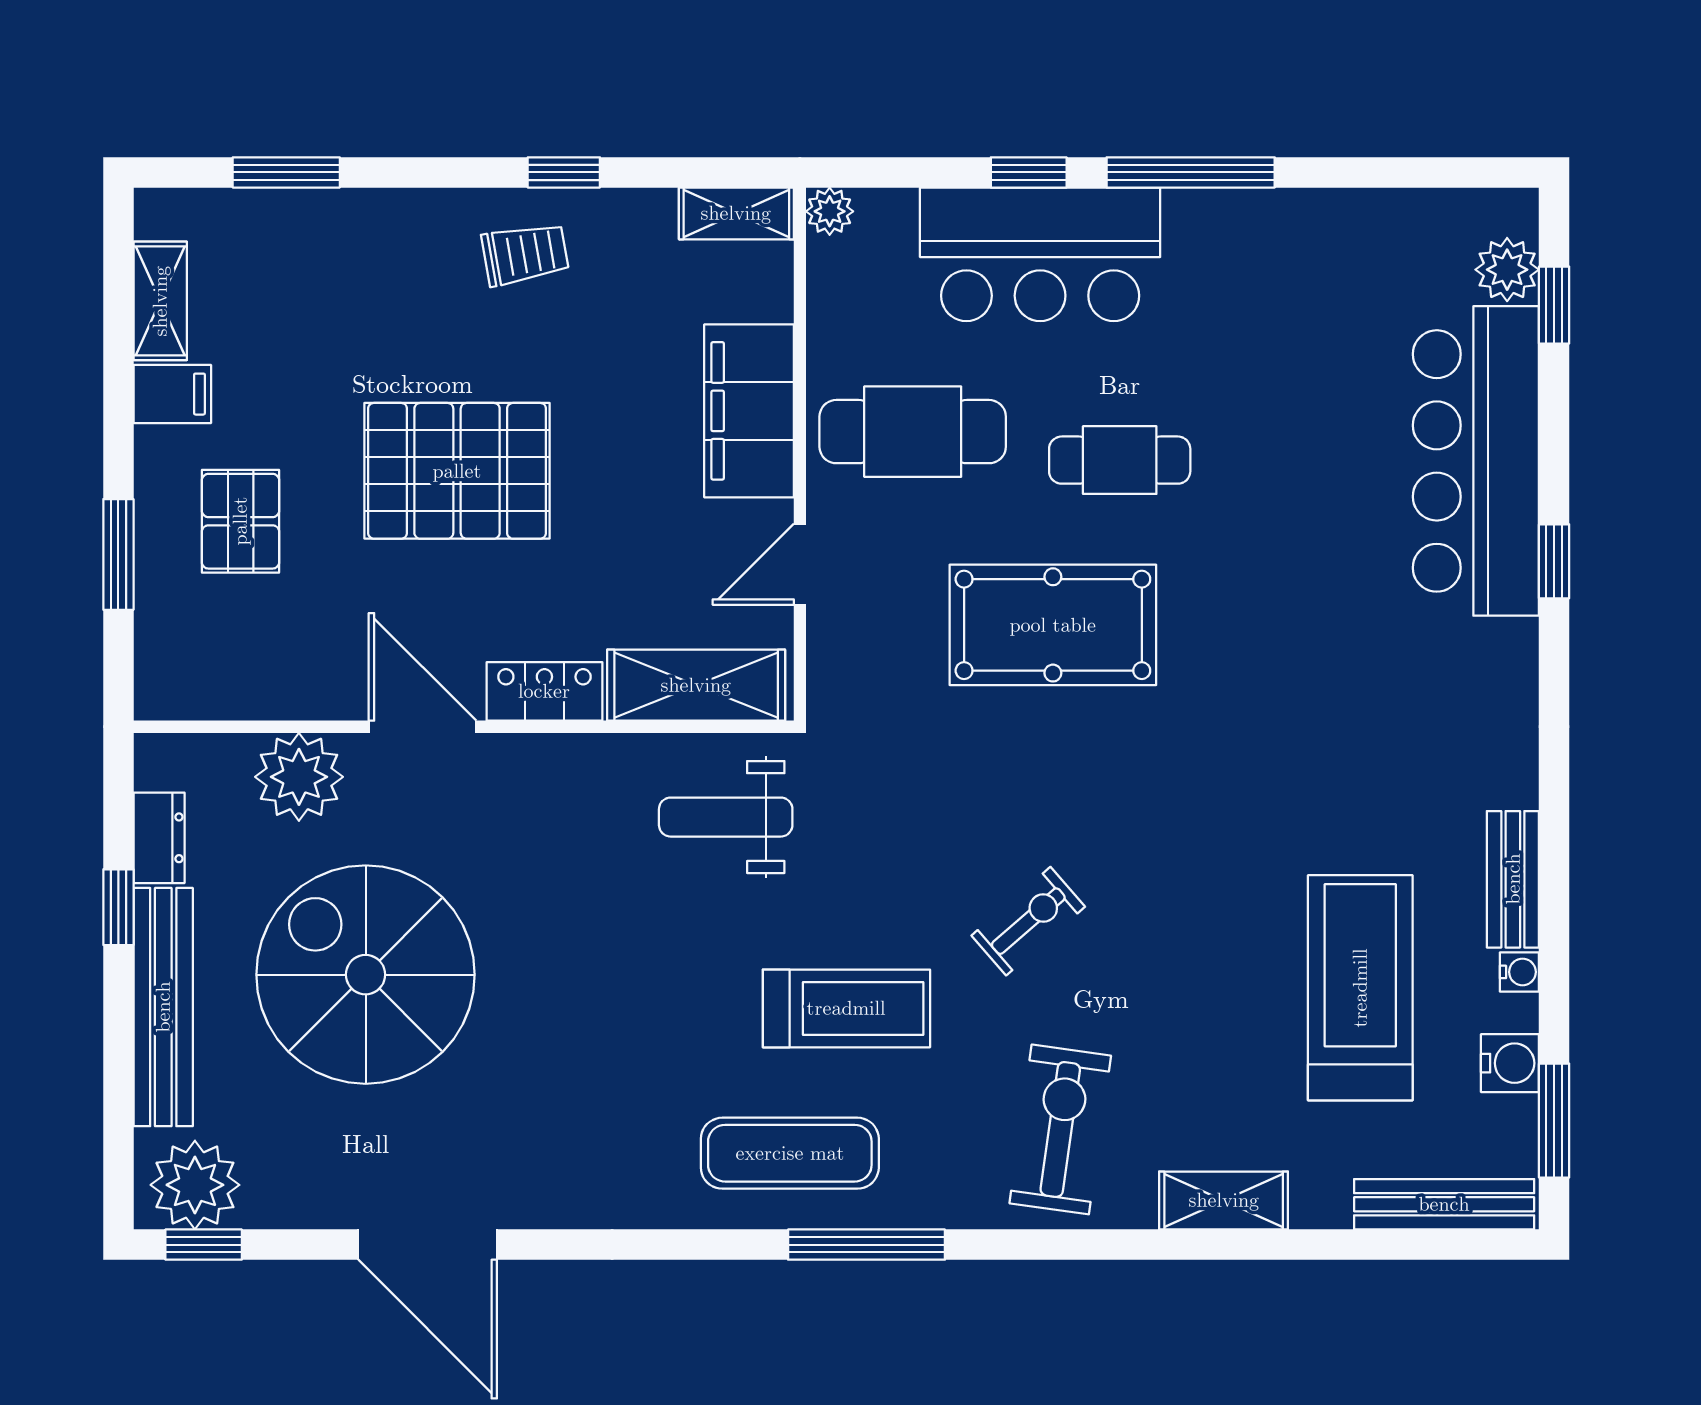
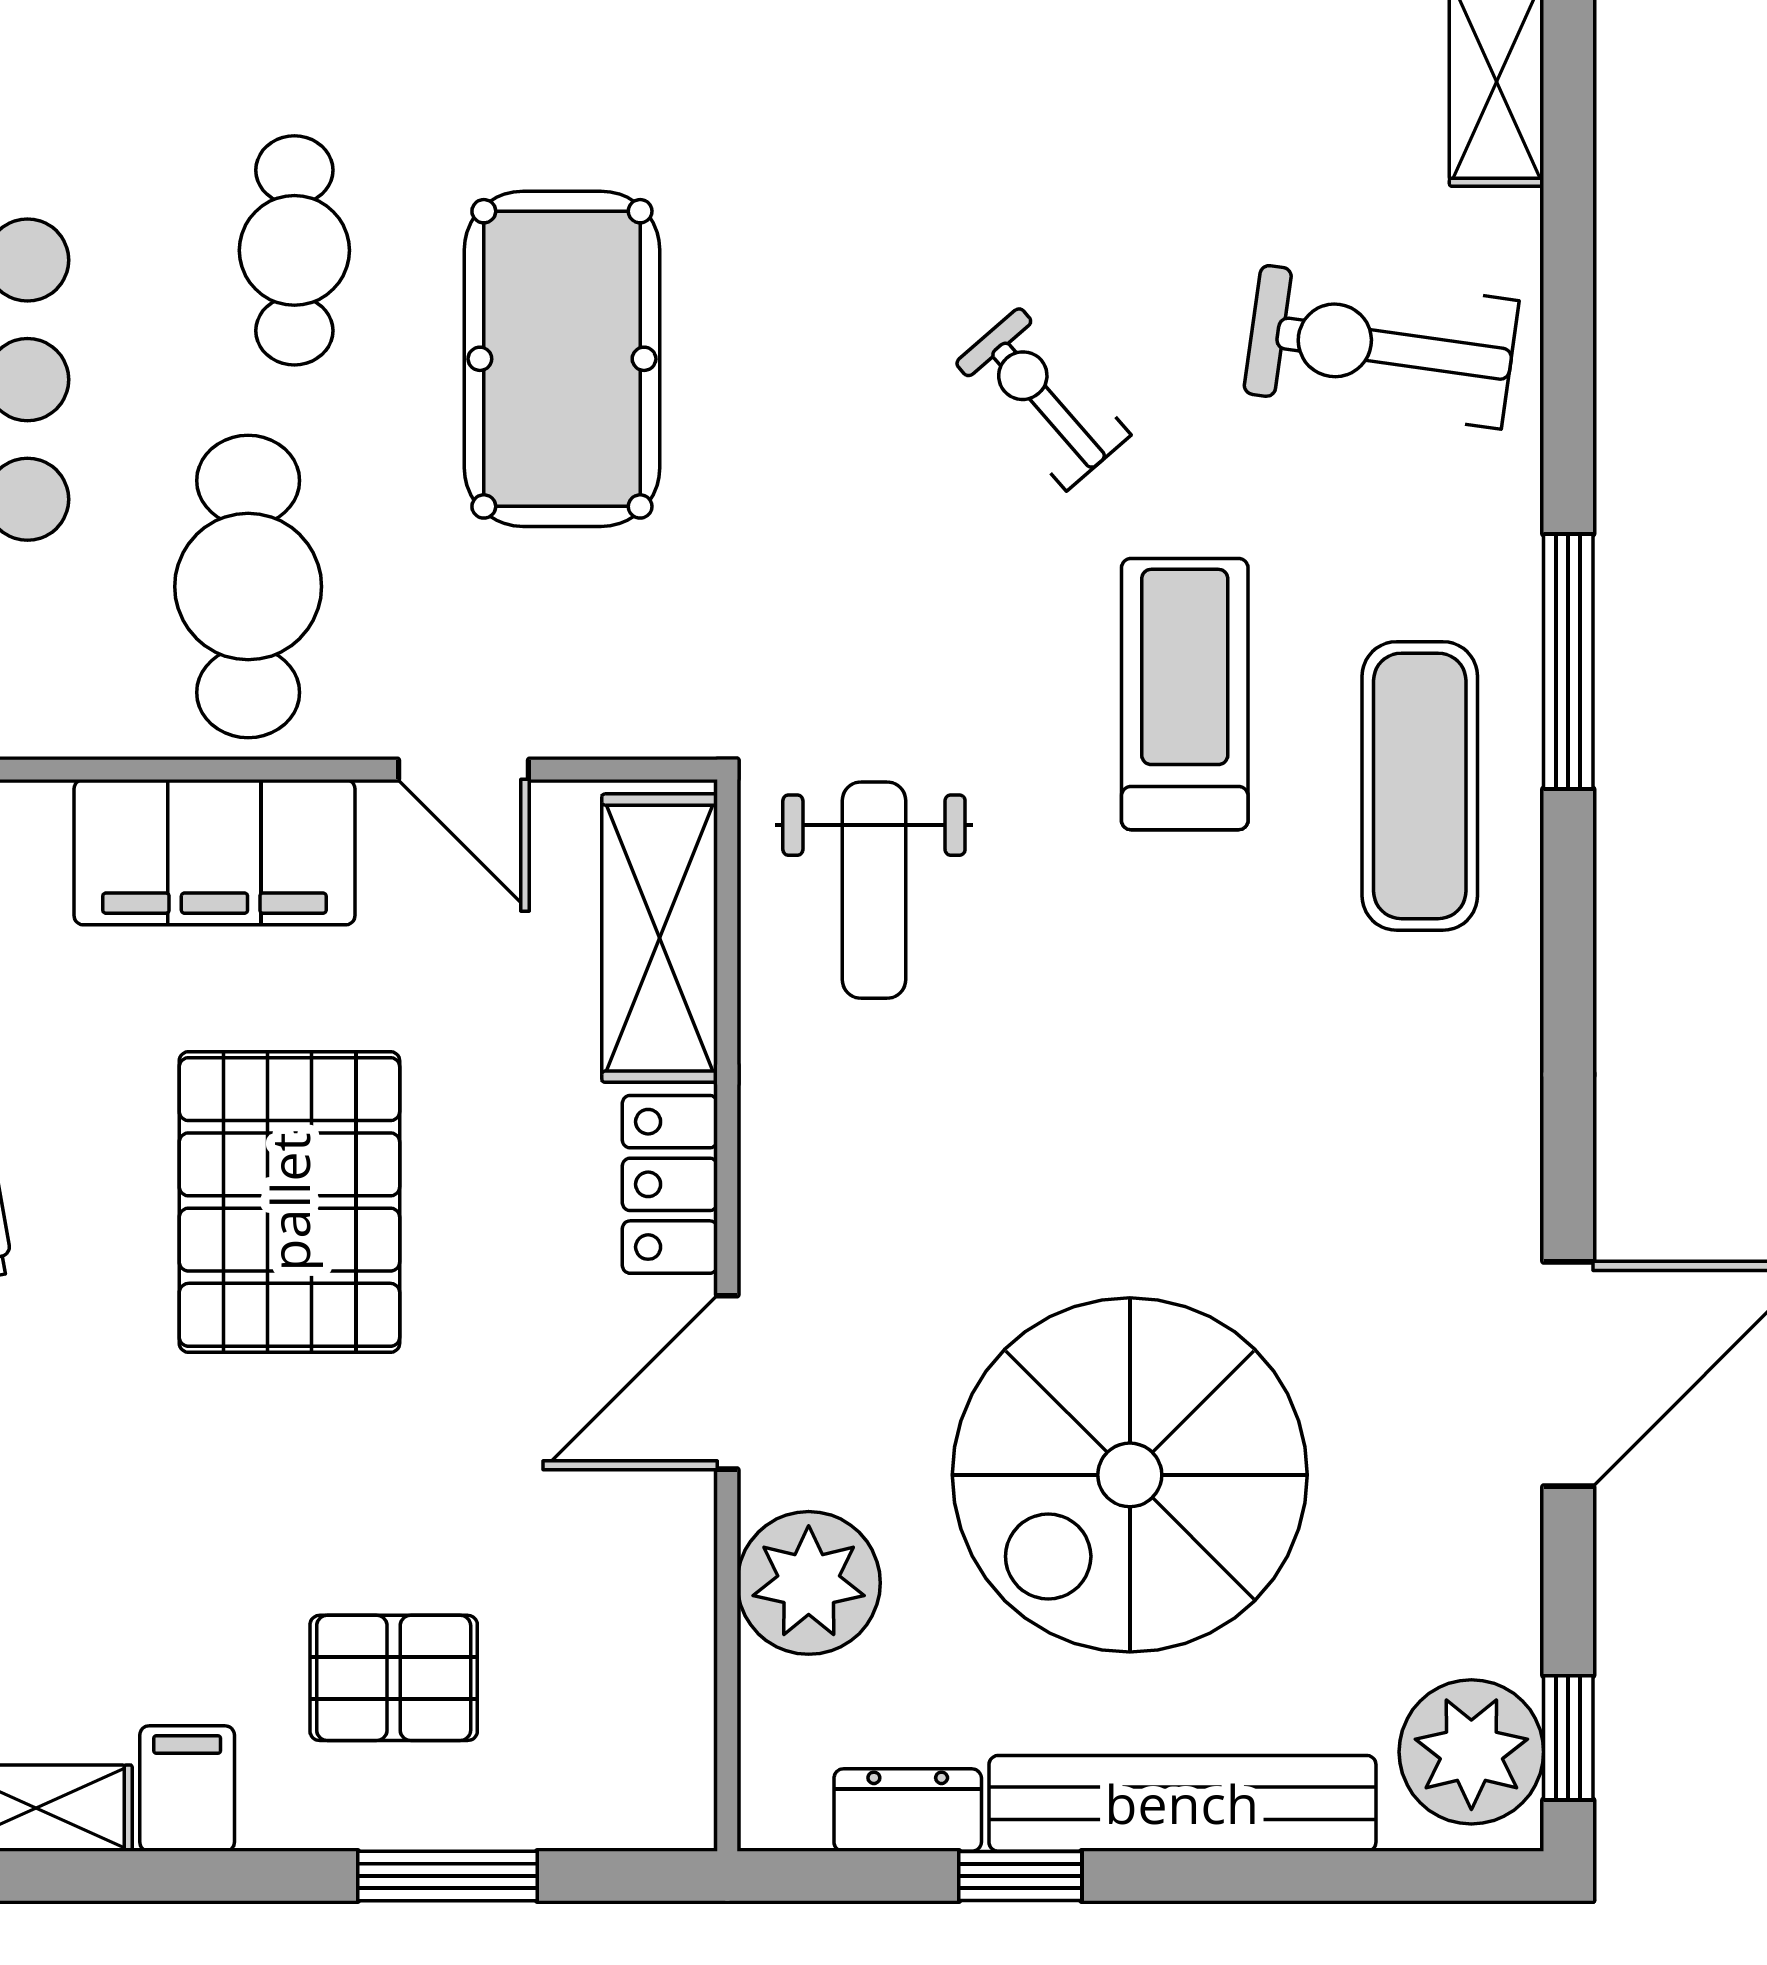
pallet: (457, 471) -> (289, 1202), moved

